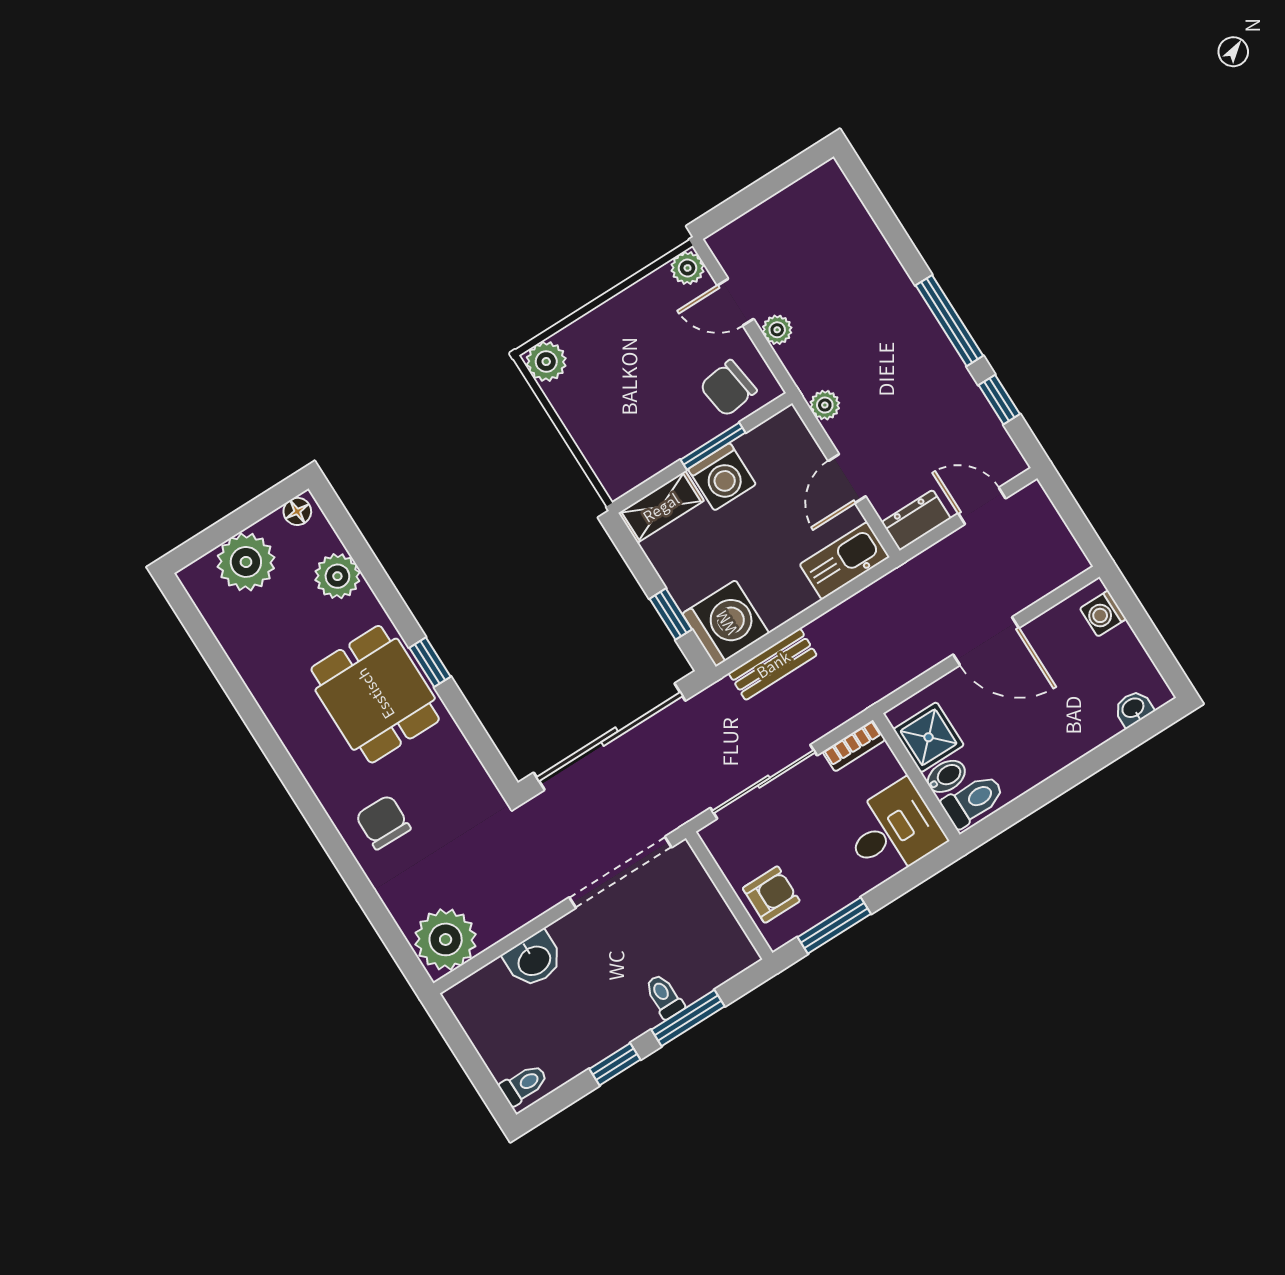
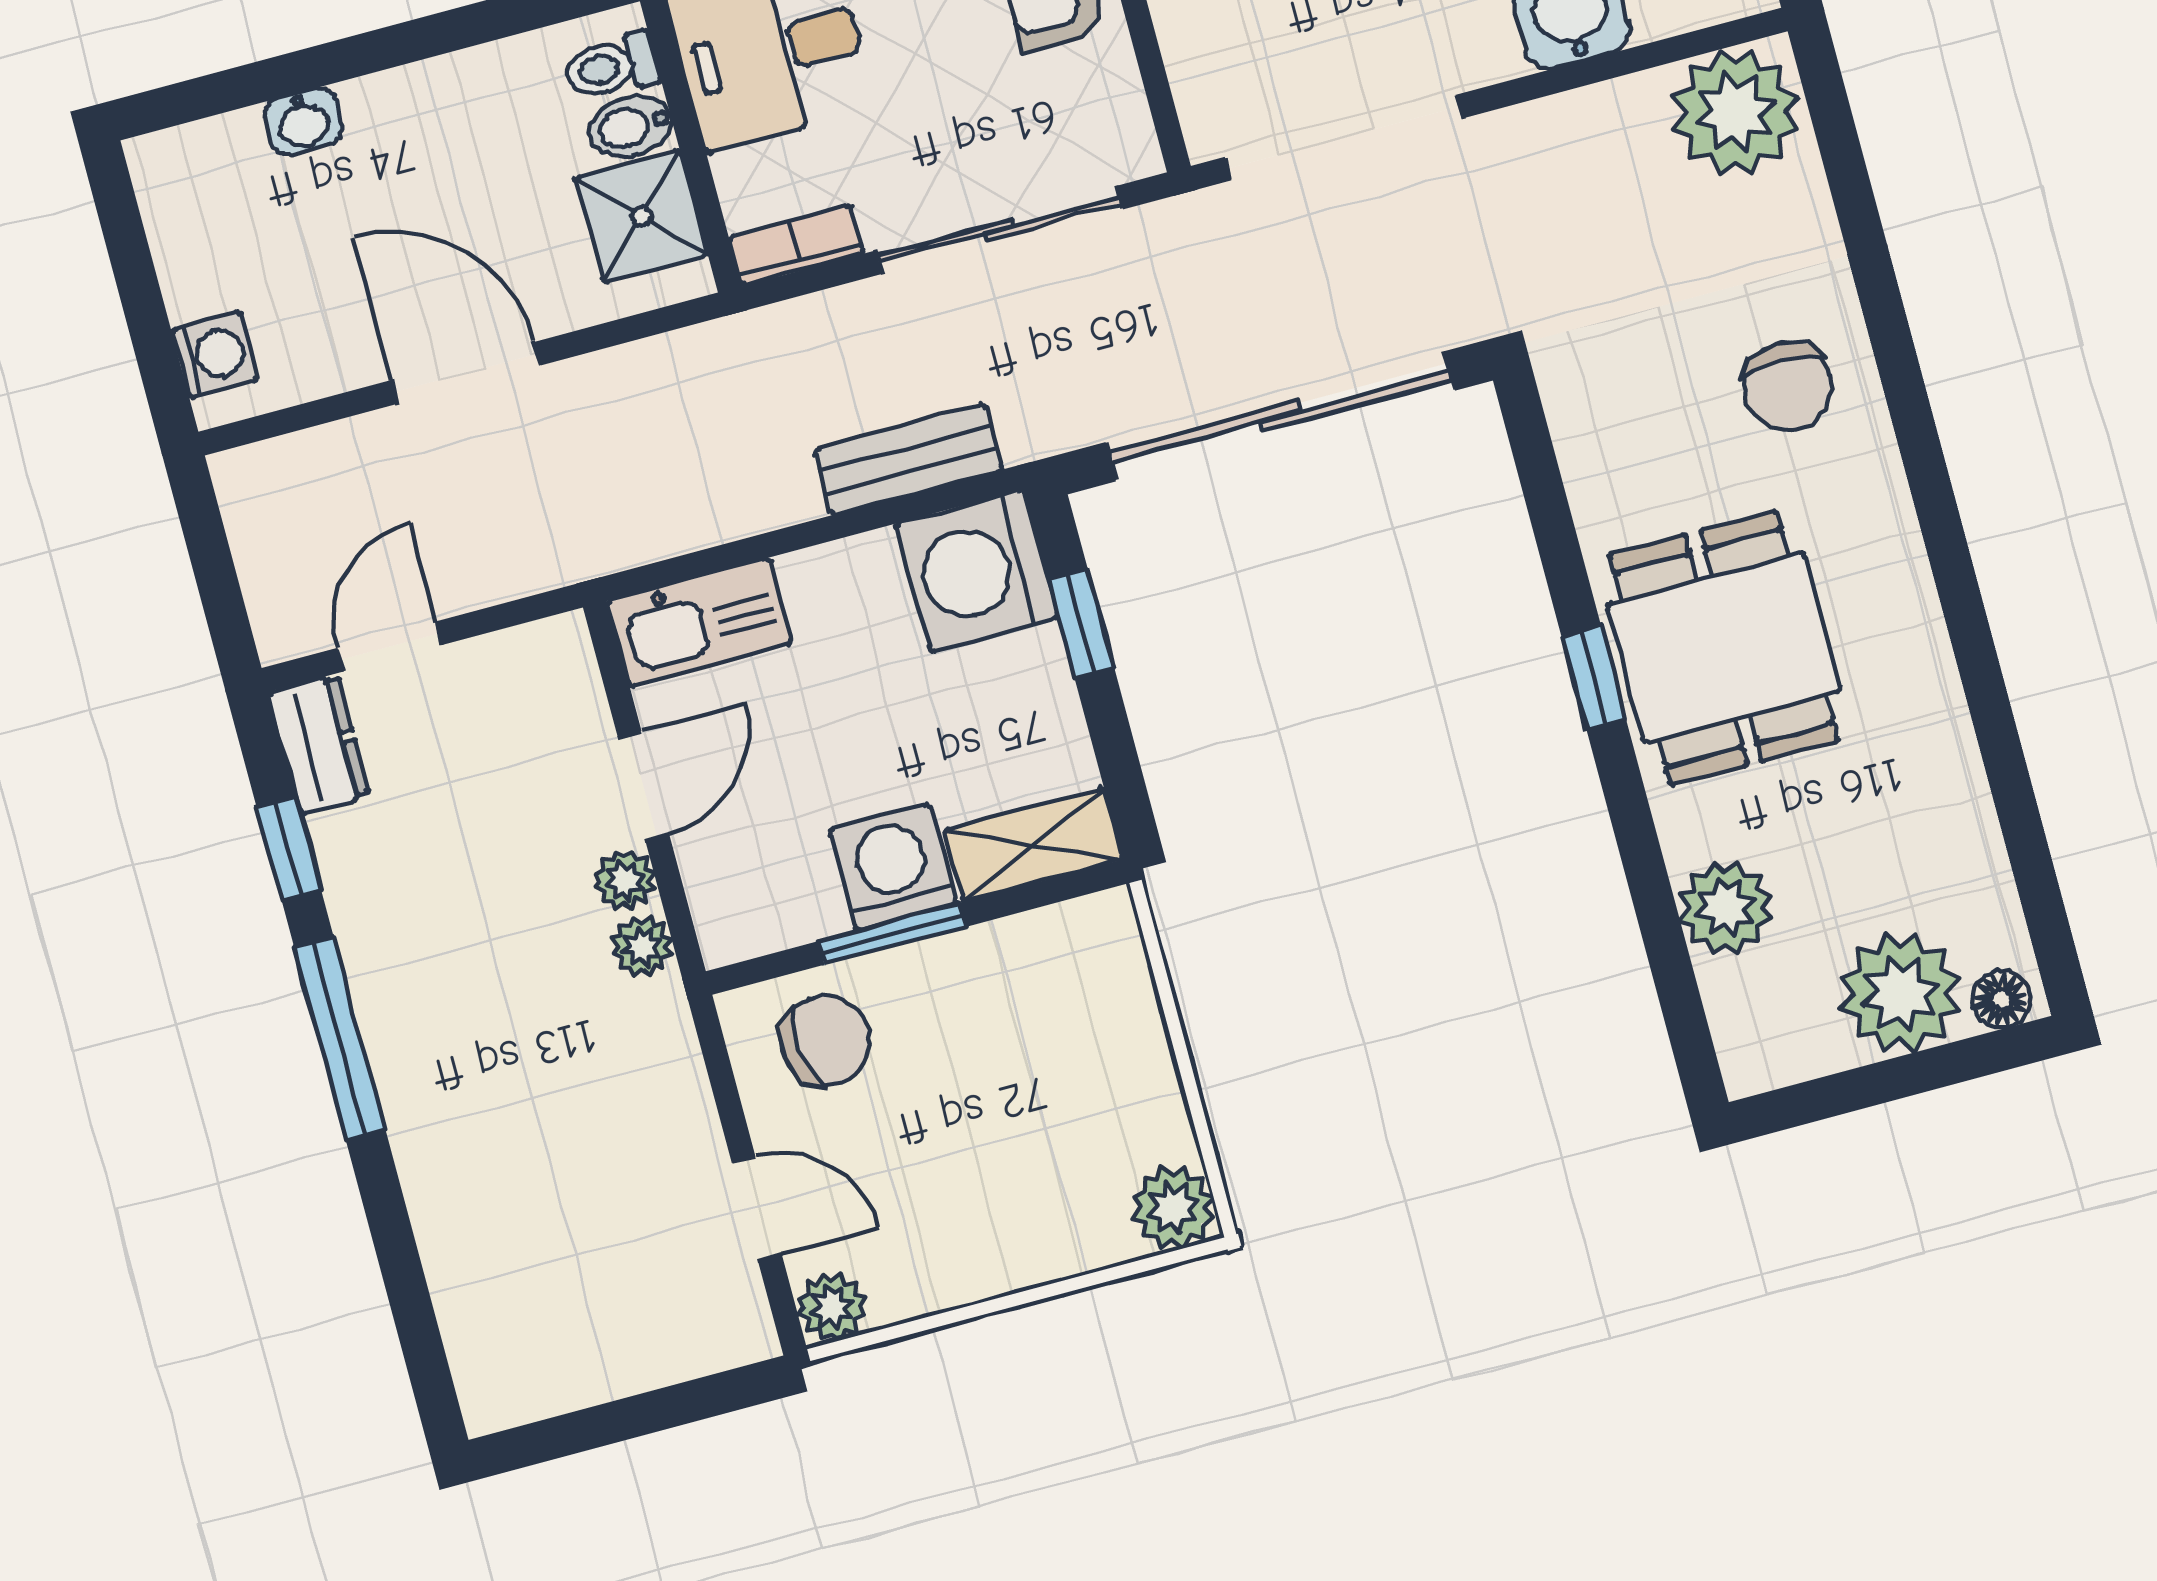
plant: (777, 330) -> (624, 881), moved
door: (982, 506) -> (390, 646), swing flipped
floor lamp: (297, 511) -> (2001, 999), moved
dresser: (916, 520) -> (319, 744), moved, turned -90
washbasin: (1133, 708) -> (303, 122), moved
toilet: (973, 801) -> (611, 67), width x0.73, depth x0.72

